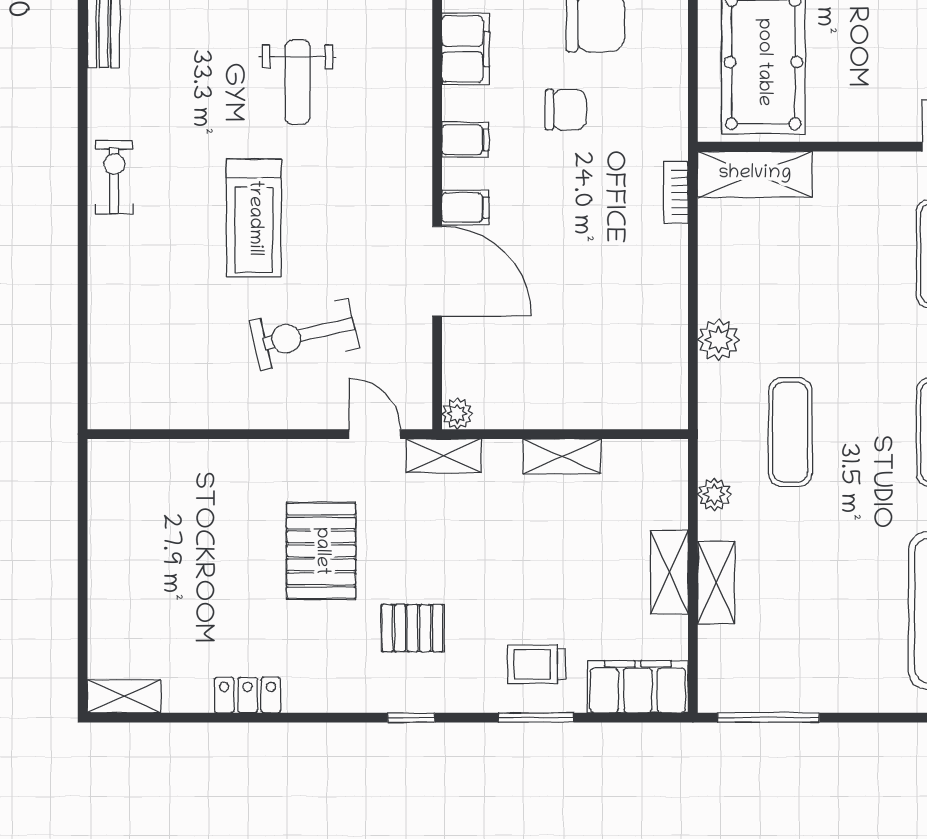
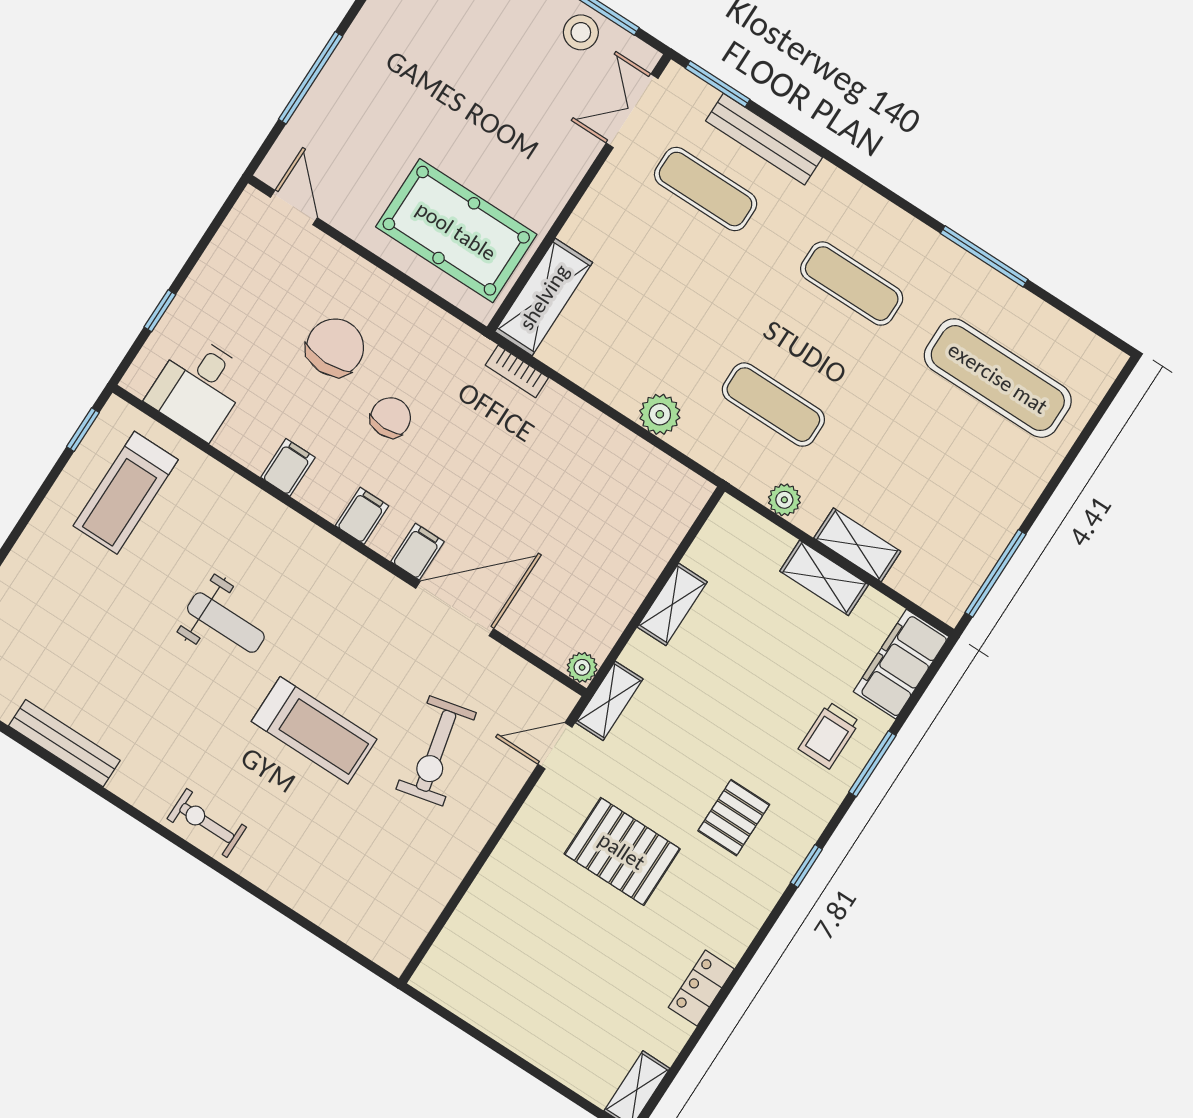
filing cabinet: (466, 49) -> (288, 467), width x0.50

